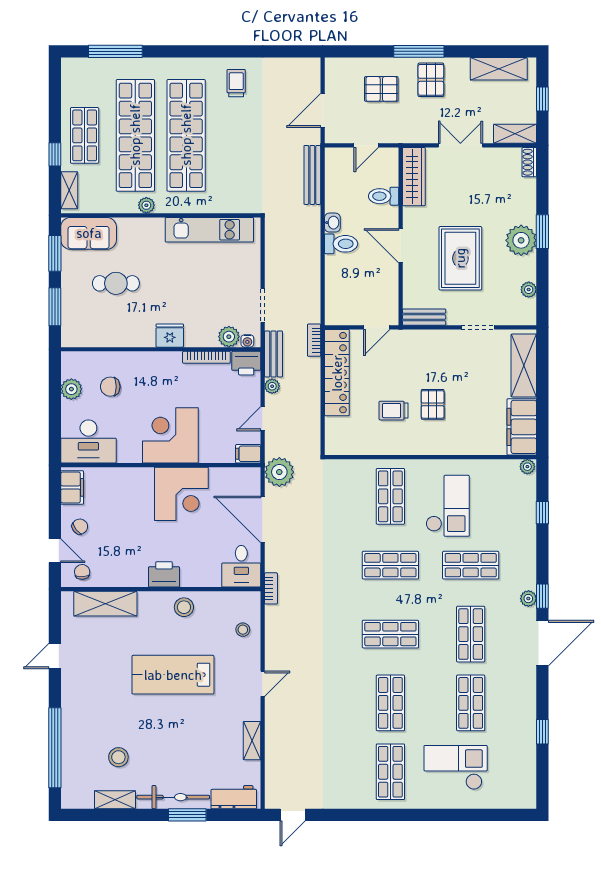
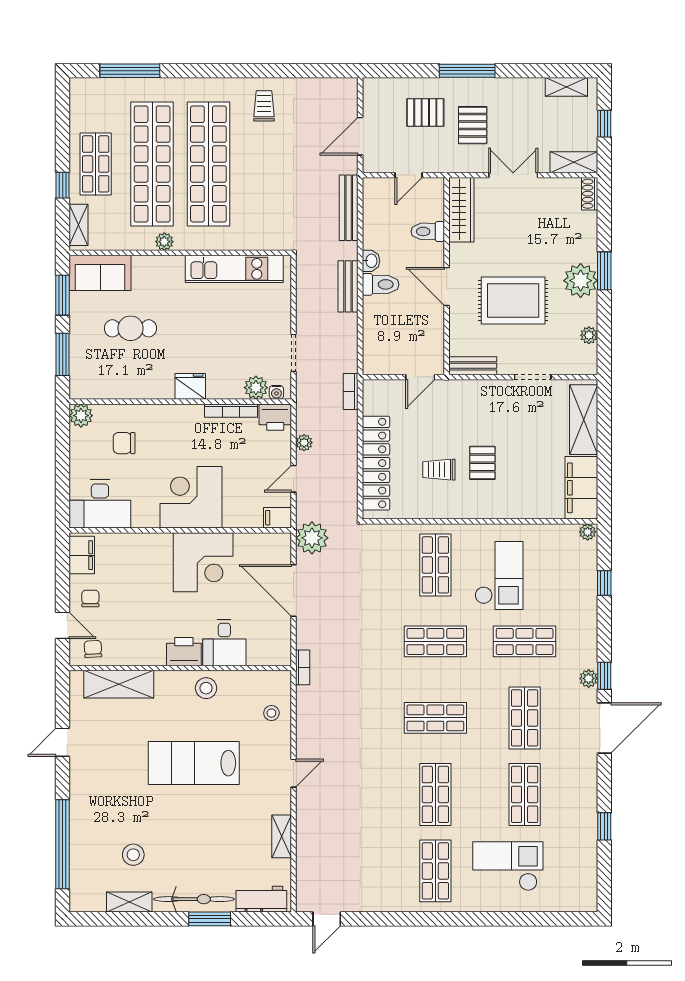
shelving: (499, 69) -> (566, 87), width x0.67, depth x0.75
pallet: (431, 80) -> (473, 125), moved
rug: (460, 258) -> (513, 300), turned 90
bench: (274, 354) -> (348, 286), moved
locker: (337, 373) -> (376, 463), moved
plant: (71, 389) -> (81, 416), moved
chair: (80, 527) -> (90, 599), turned -53
desk: (241, 566) -> (224, 643), moved

